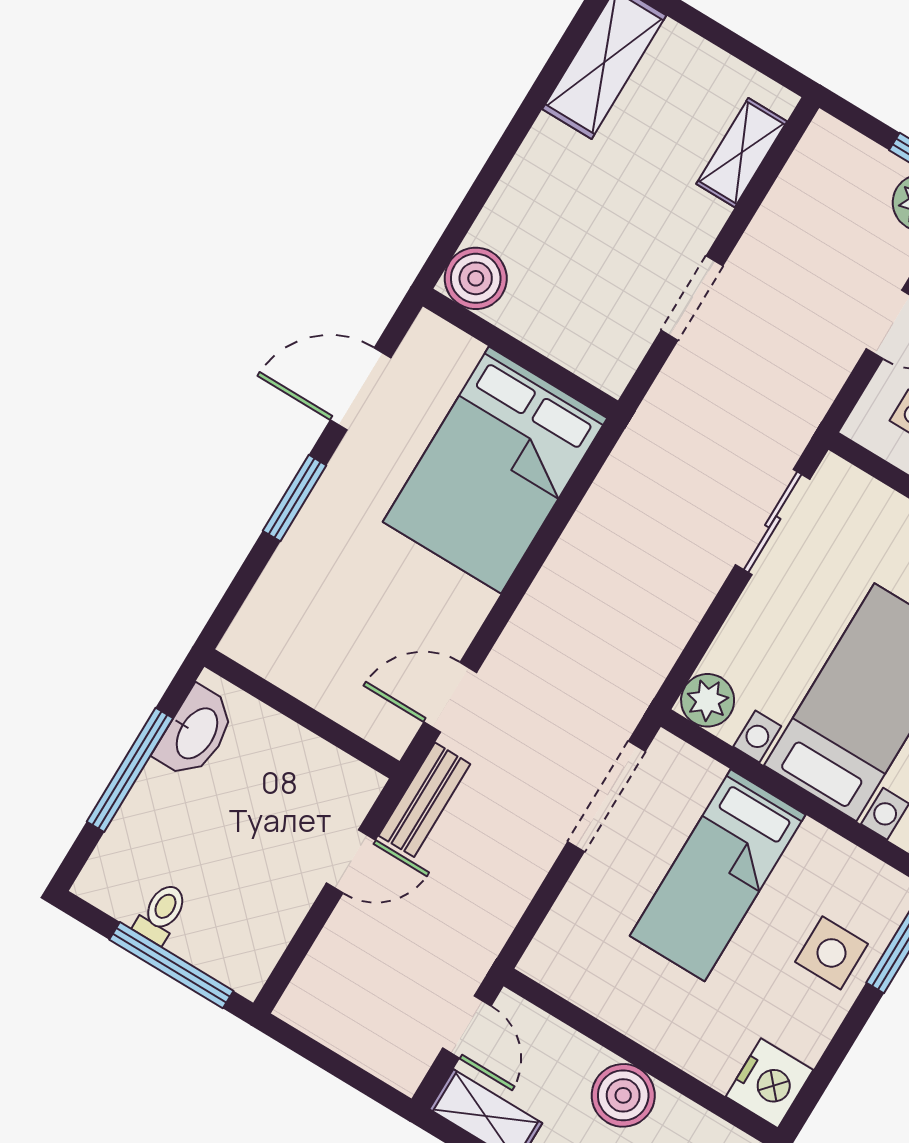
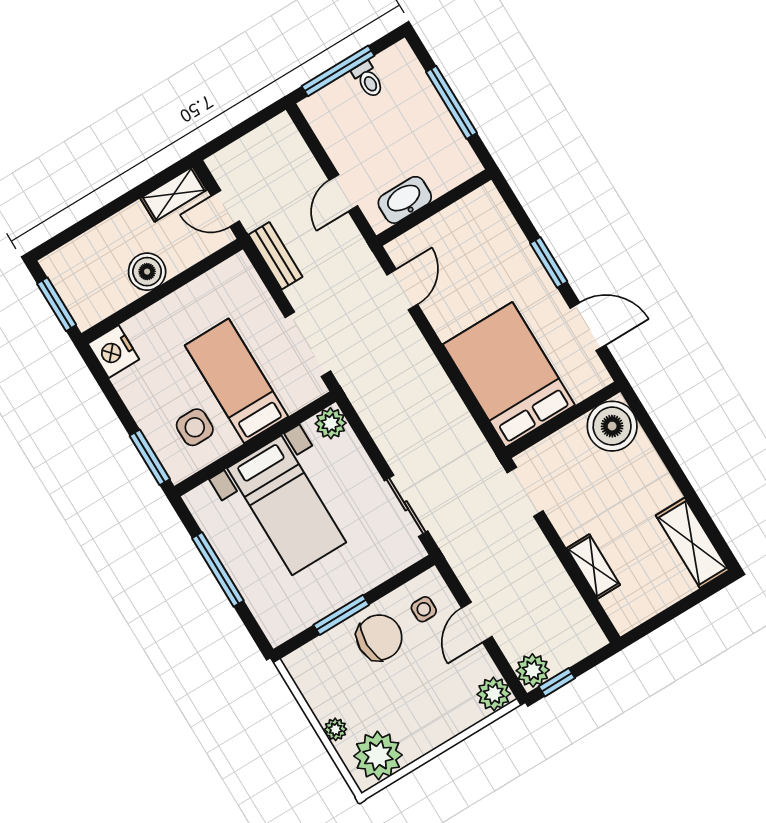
shelving: (742, 153) -> (593, 567), moved
boiler: (476, 278) -> (612, 426), width x1.37, depth x1.37
doorway: (692, 298) -> (525, 492), moved
door: (361, 389) -> (588, 327), hinge flipped
washbasin: (196, 733) -> (405, 200), moved, turned 90
bench: (424, 800) -> (276, 256), moved
side table: (832, 953) -> (195, 427), moved

